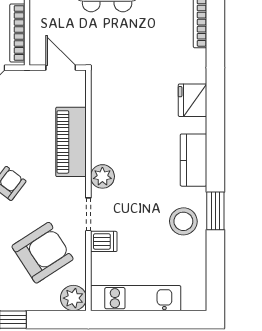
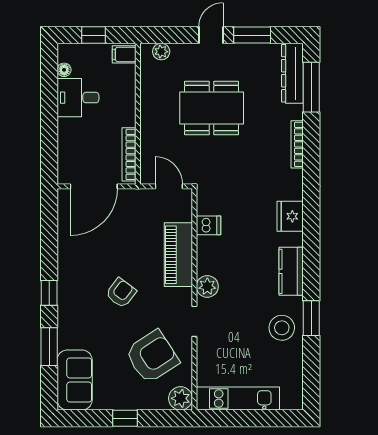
dishwasher: (104, 241) -> (208, 225), moved

